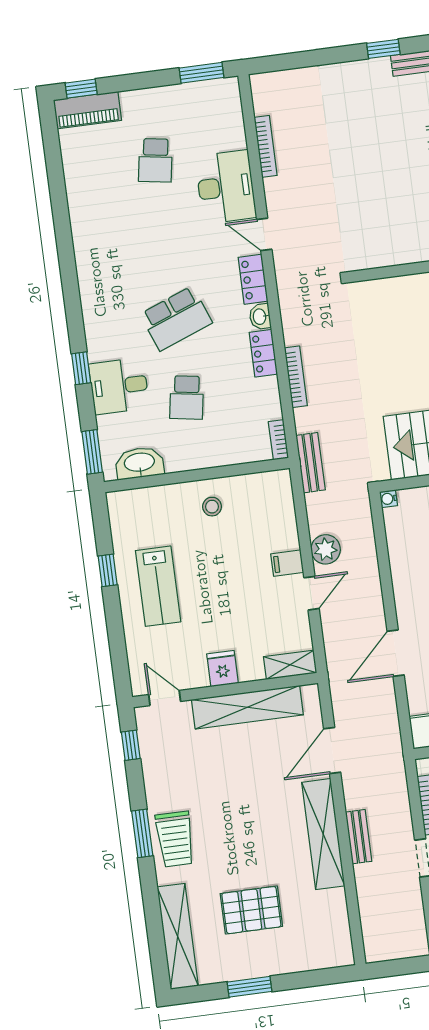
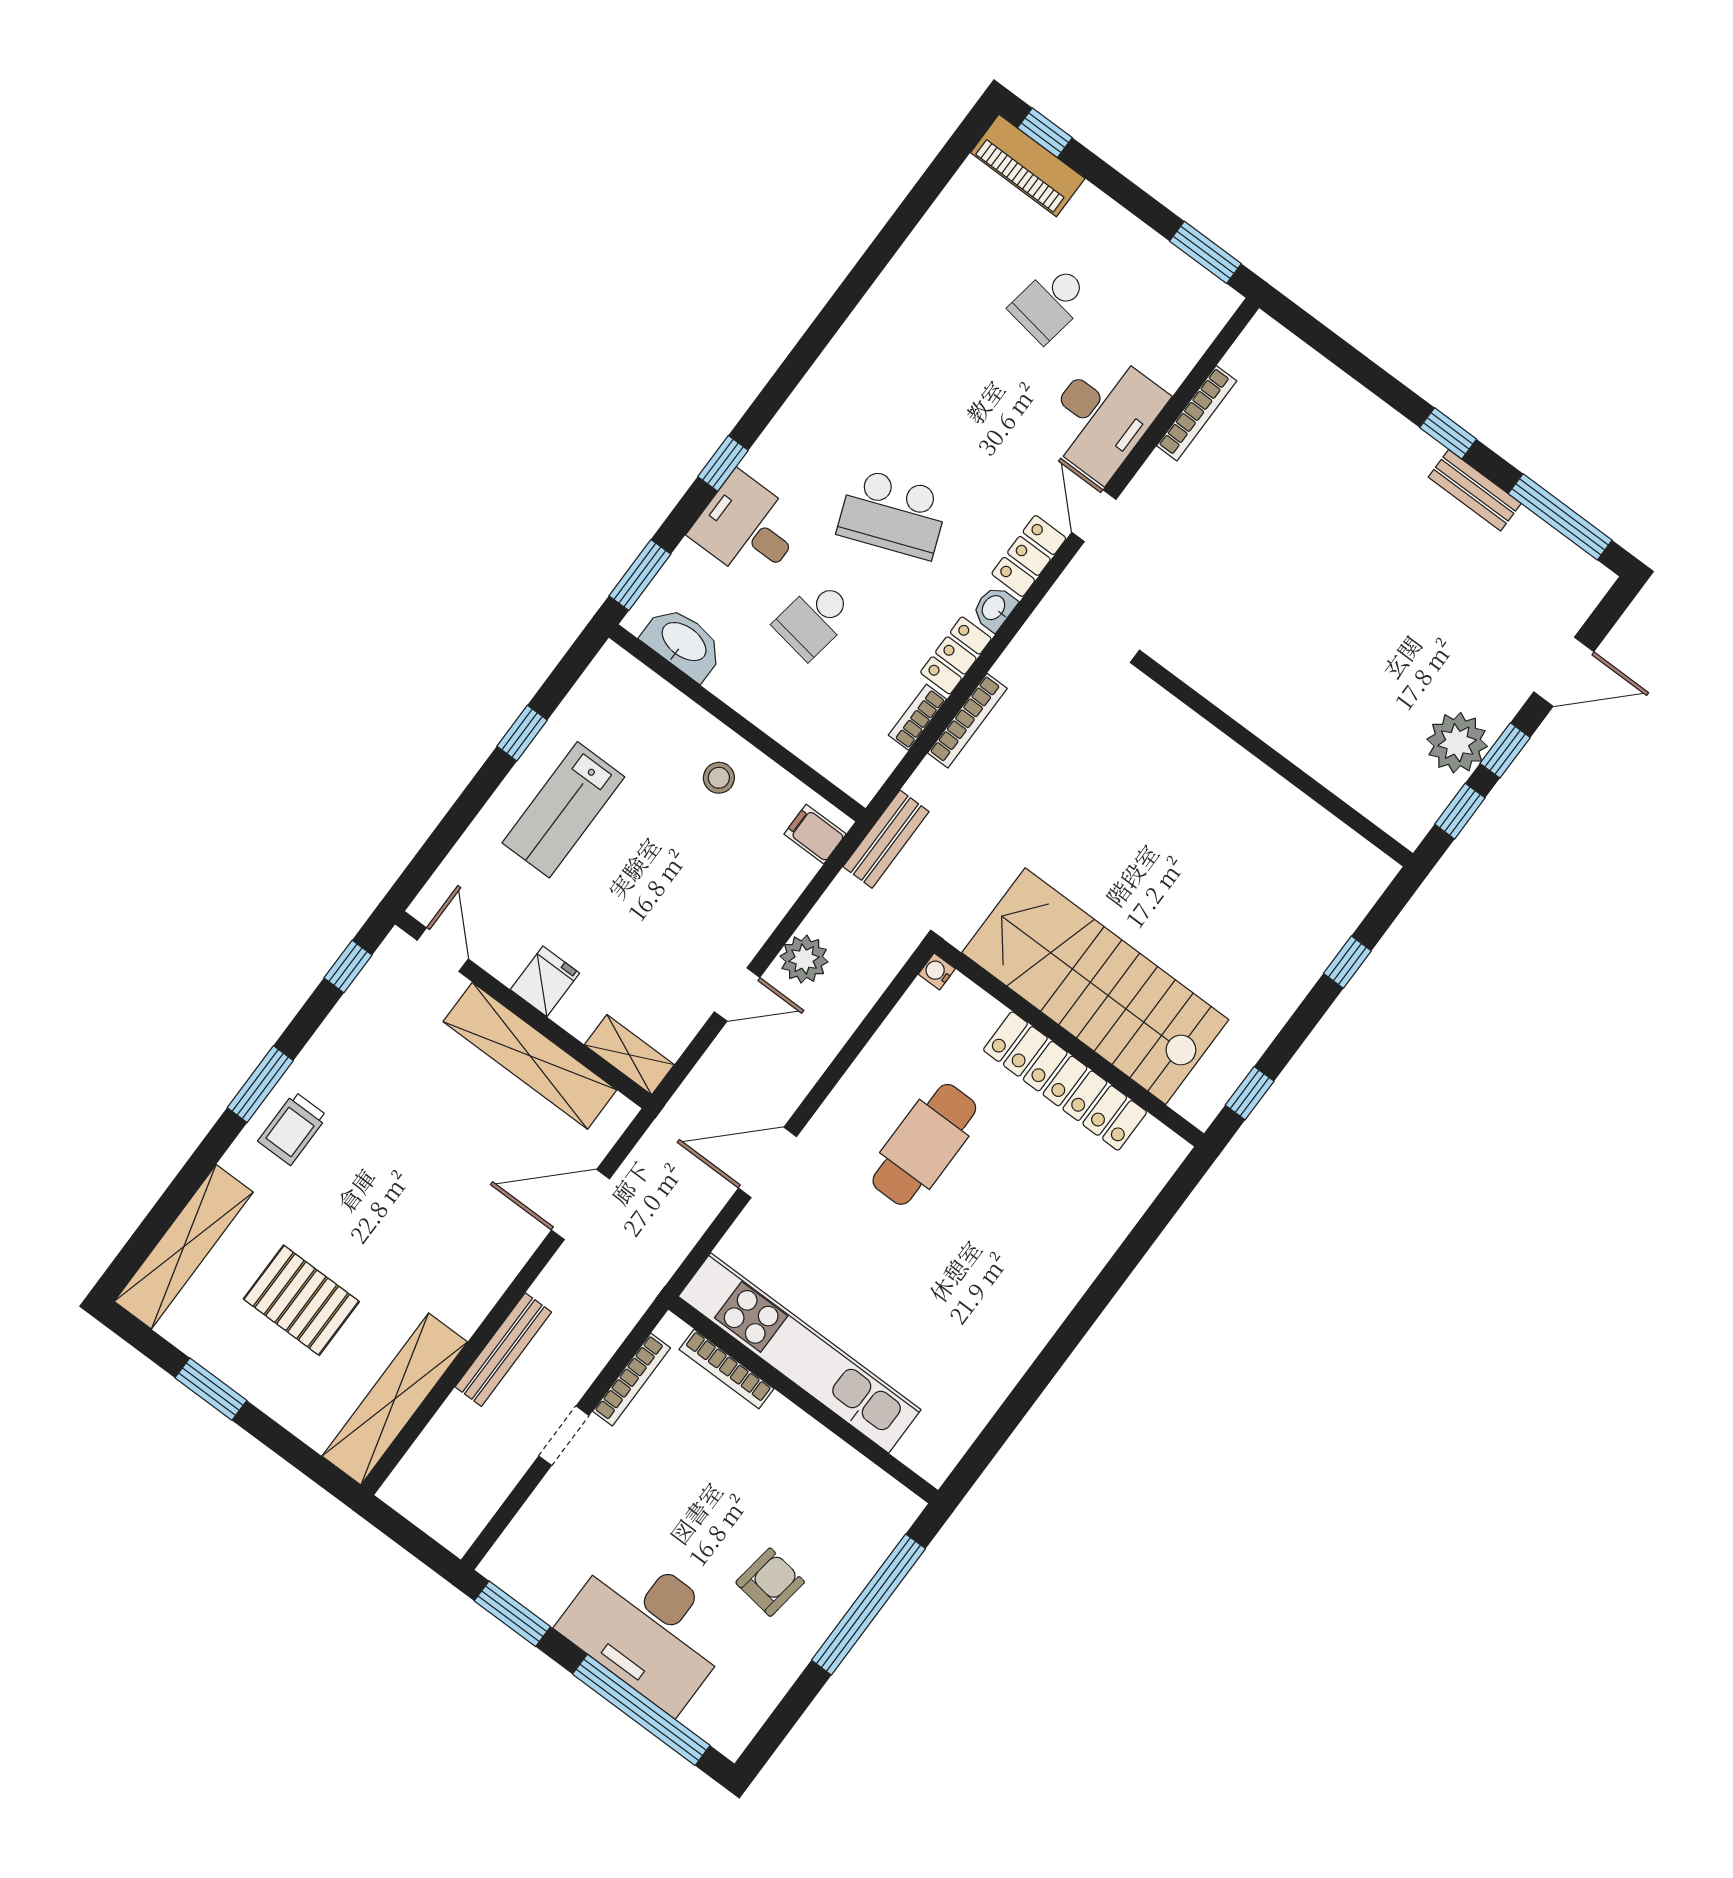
bookcase: (278, 440) -> (917, 717), moved
filing cabinet: (287, 563) -> (815, 834), moved
shelving: (323, 834) -> (395, 1399), moved
bench: (359, 837) -> (503, 1350), width x1.36
trolley: (175, 839) -> (293, 1129), width x0.73, depth x0.72

